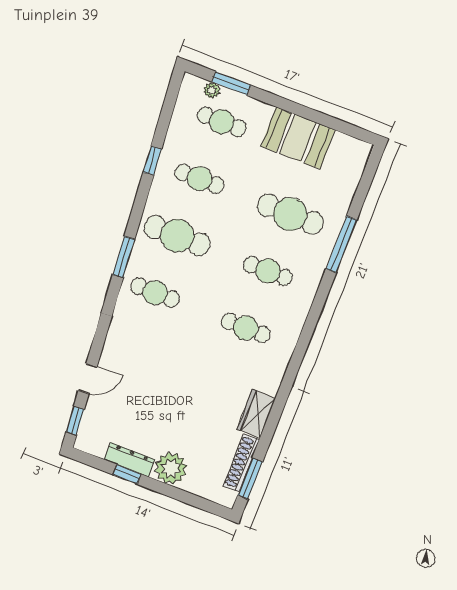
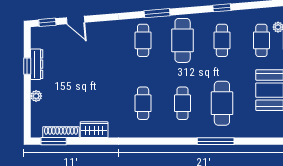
plant: (171, 468) -> (36, 96), width x0.53, depth x0.53

